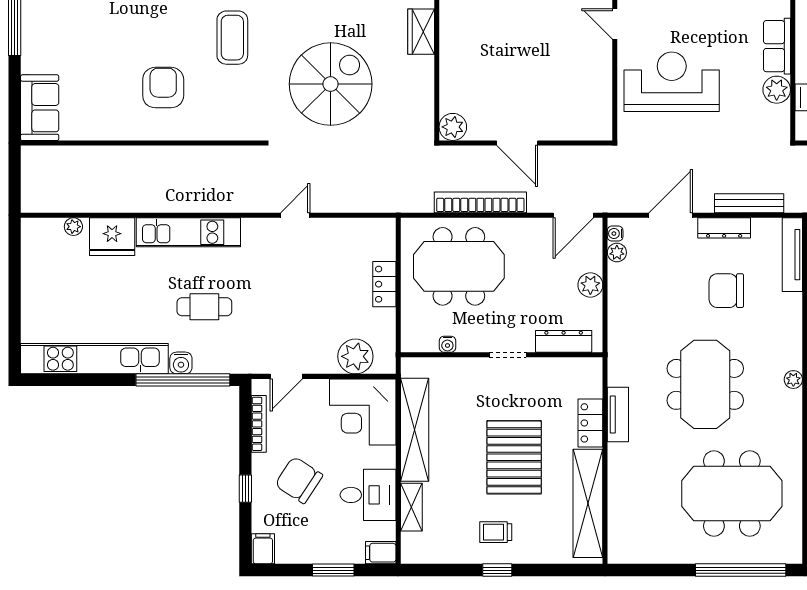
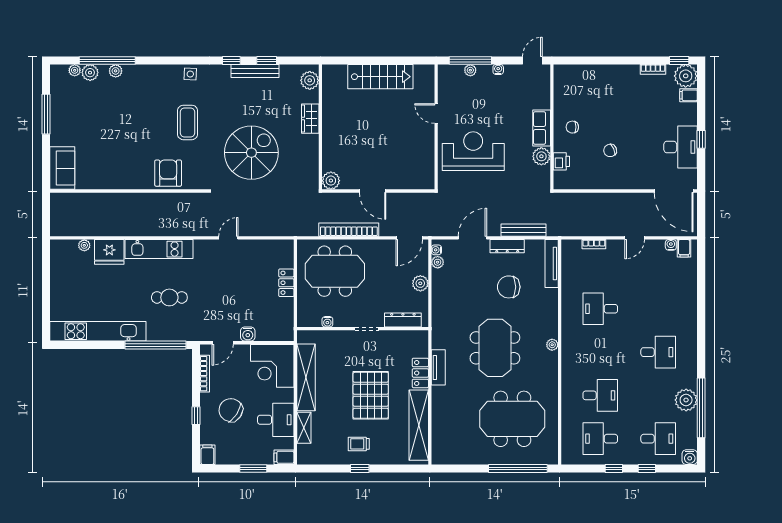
armchair: (163, 88) -> (168, 173), moved
plant: (355, 356) -> (268, 330), removed
water cooler: (181, 363) -> (248, 334), moved

